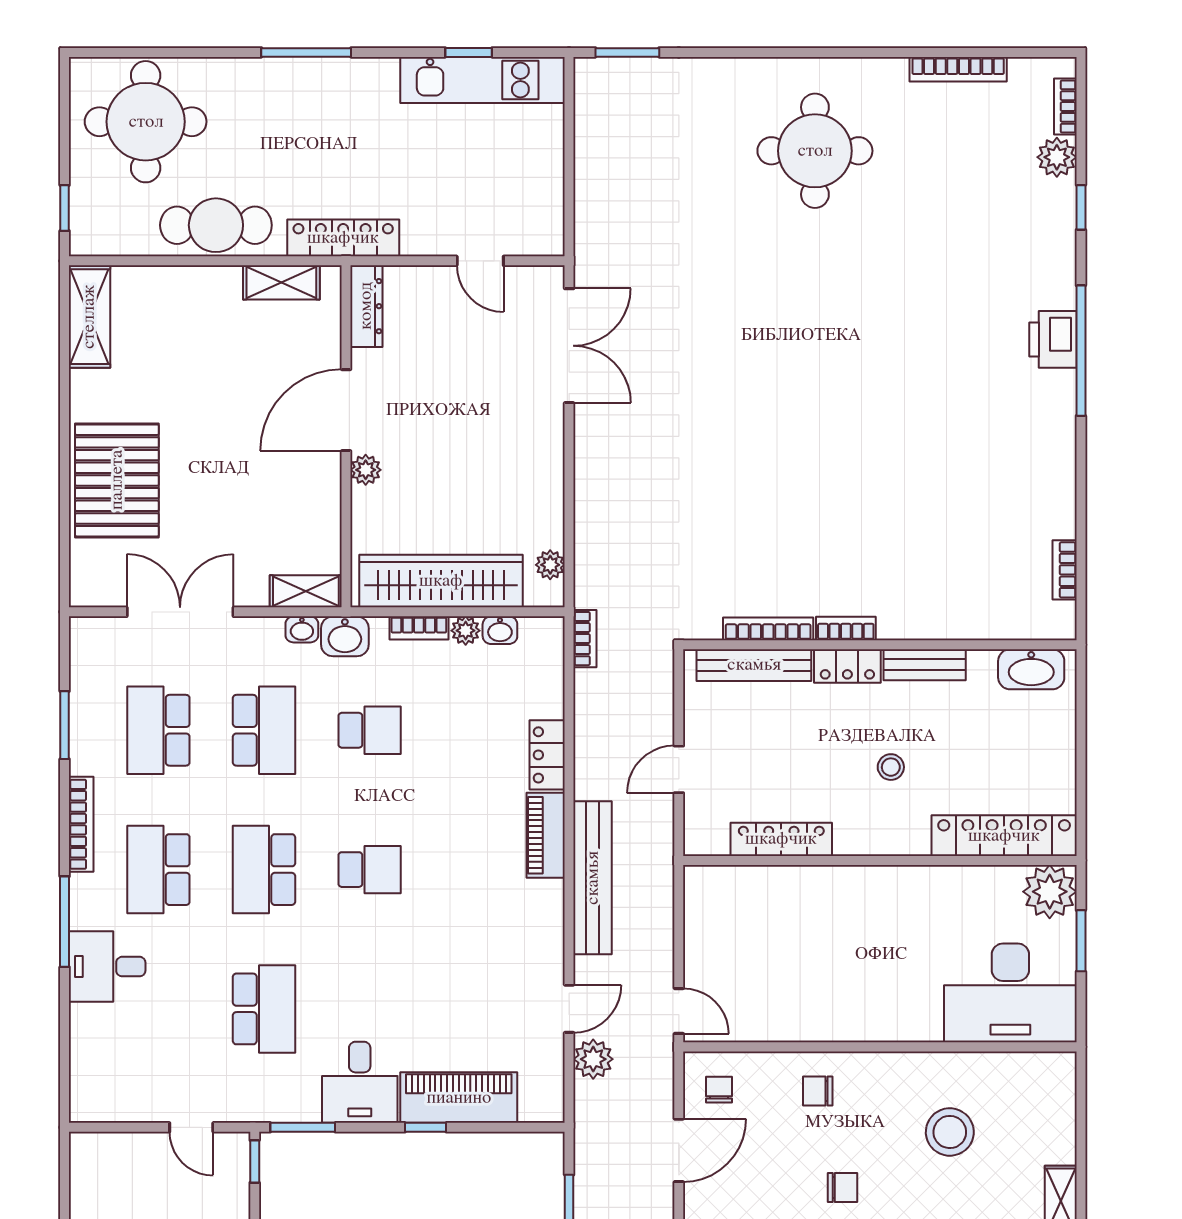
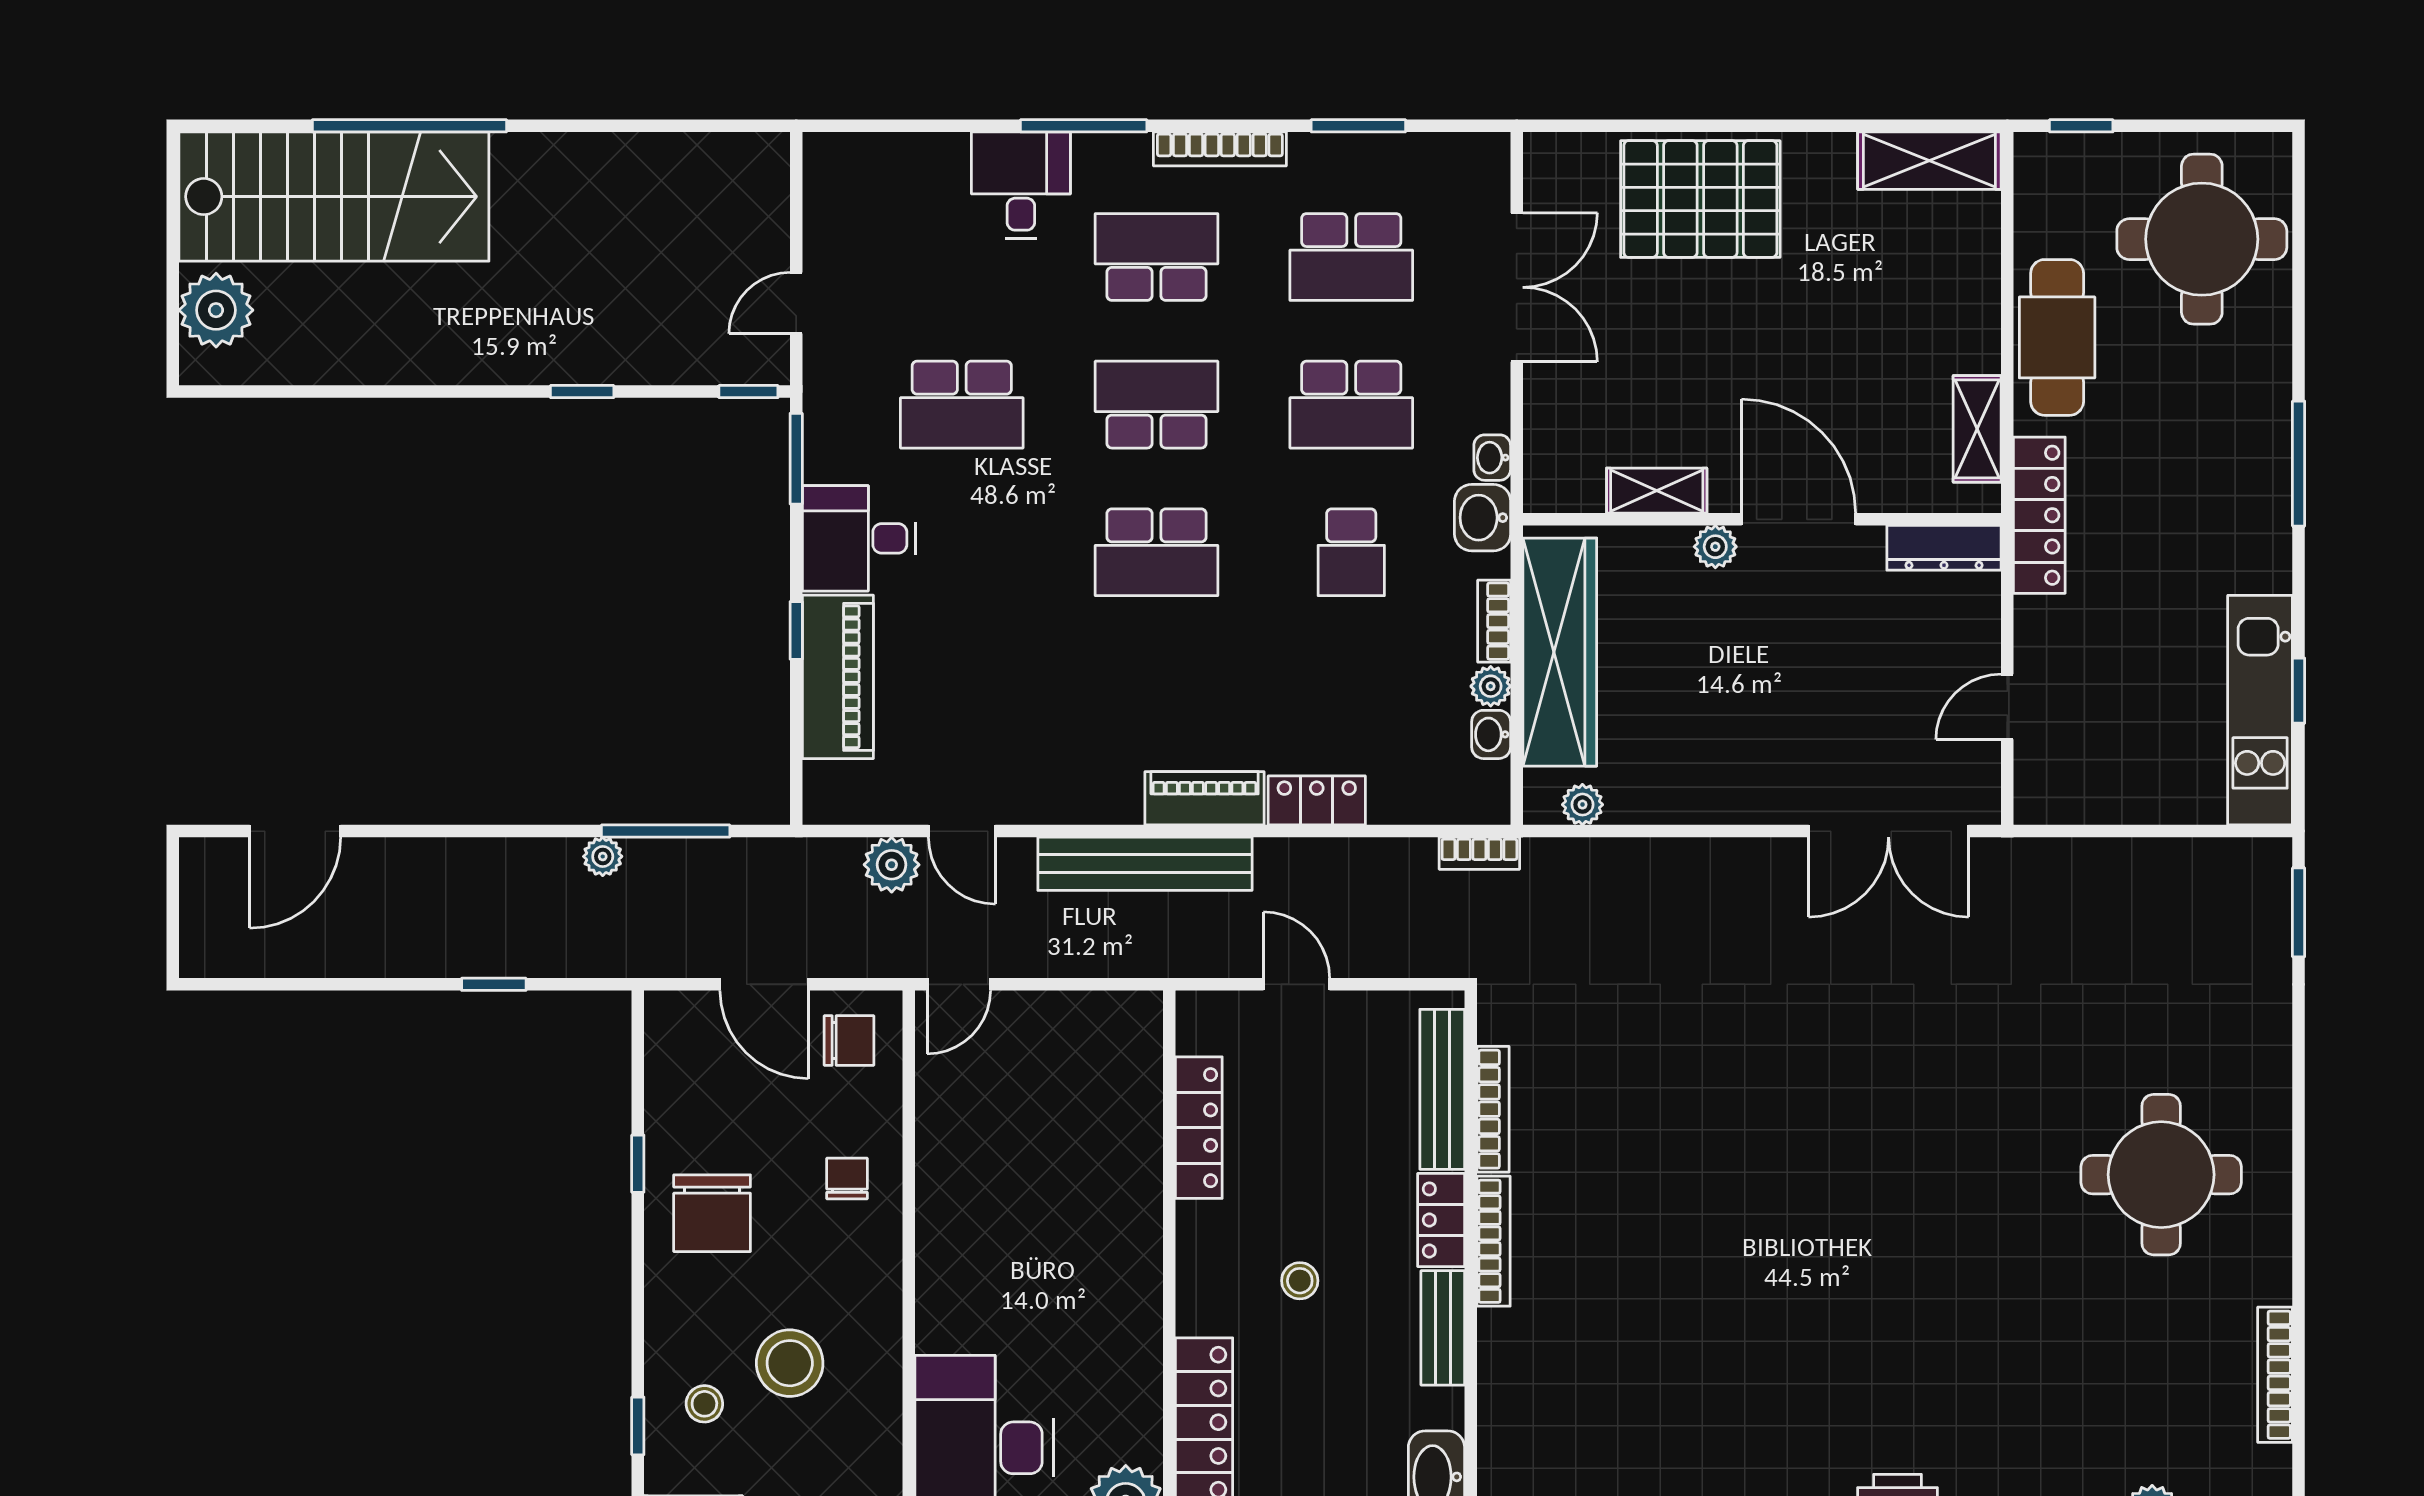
shelving: (306, 591) -> (1657, 491), moved, turned 90
bookcase: (846, 628) -> (1494, 1241), width x1.56
school desk: (158, 730) -> (1351, 257), turned 180
school desk: (370, 870) -> (1156, 552), width x1.85
chair: (719, 1090) -> (849, 1041), width x1.37, depth x1.37
chair: (842, 1188) -> (712, 1213), width x1.87, depth x1.87
stool: (979, 1193) -> (704, 1404), added

